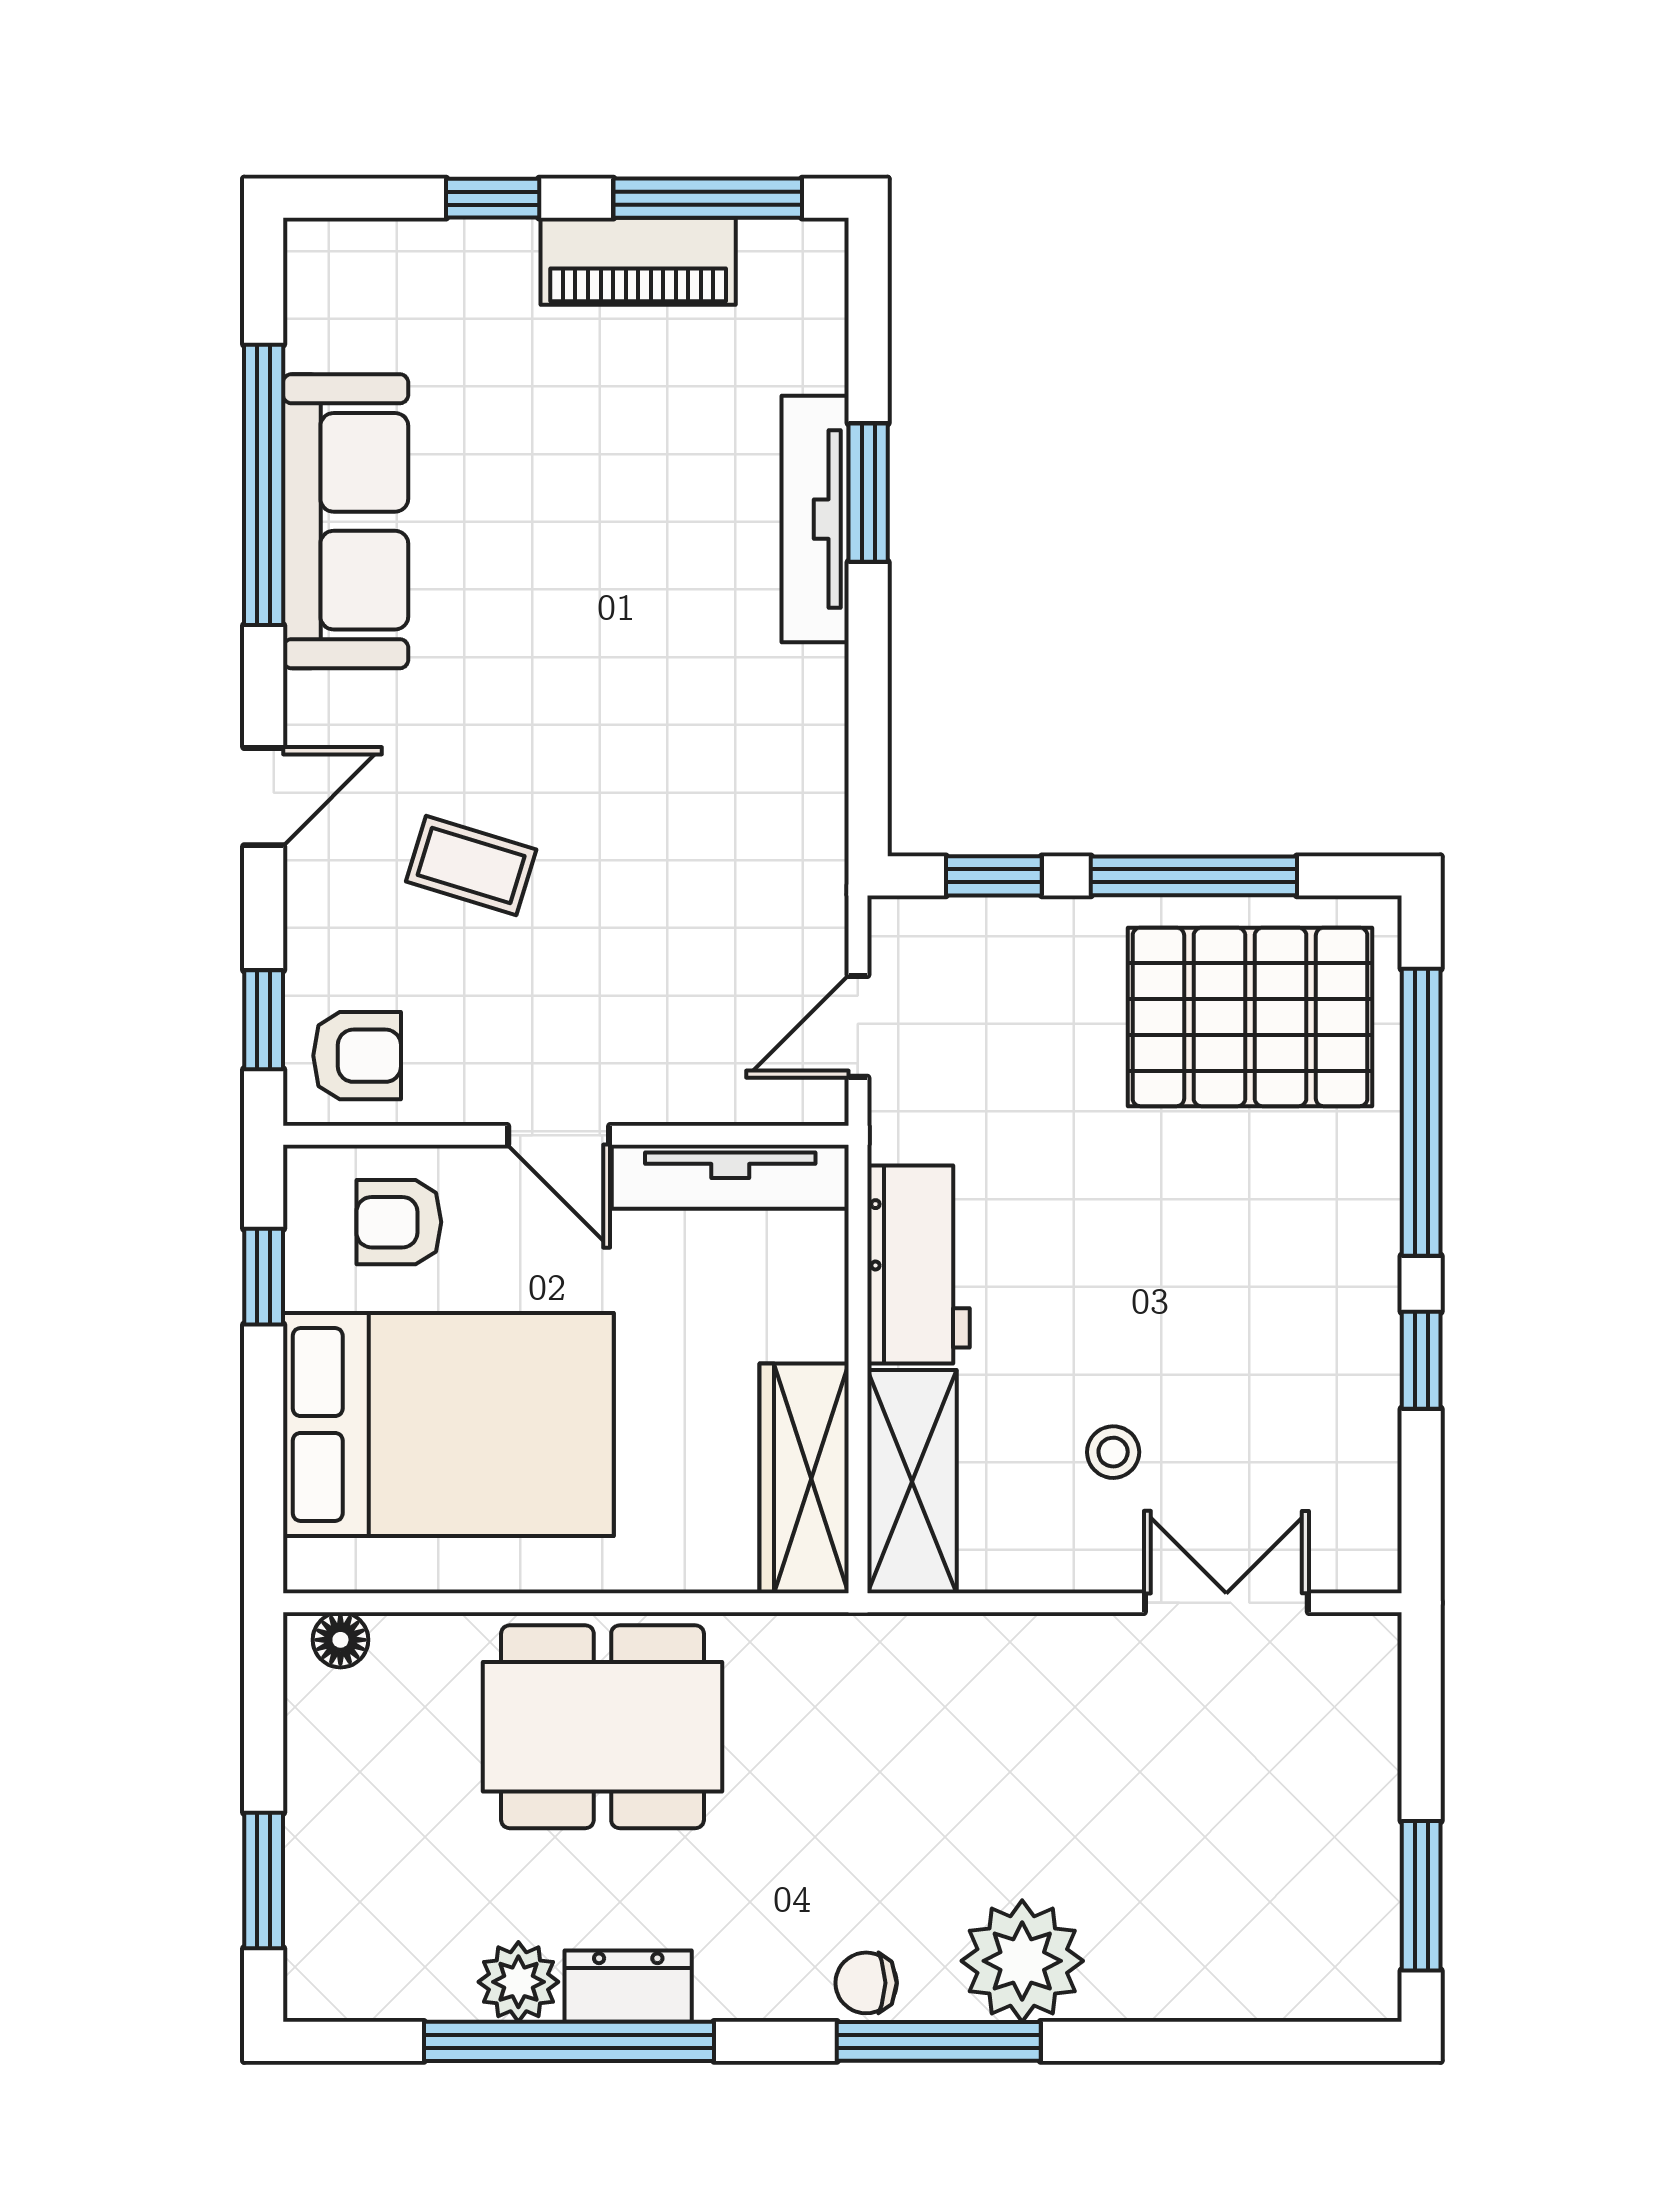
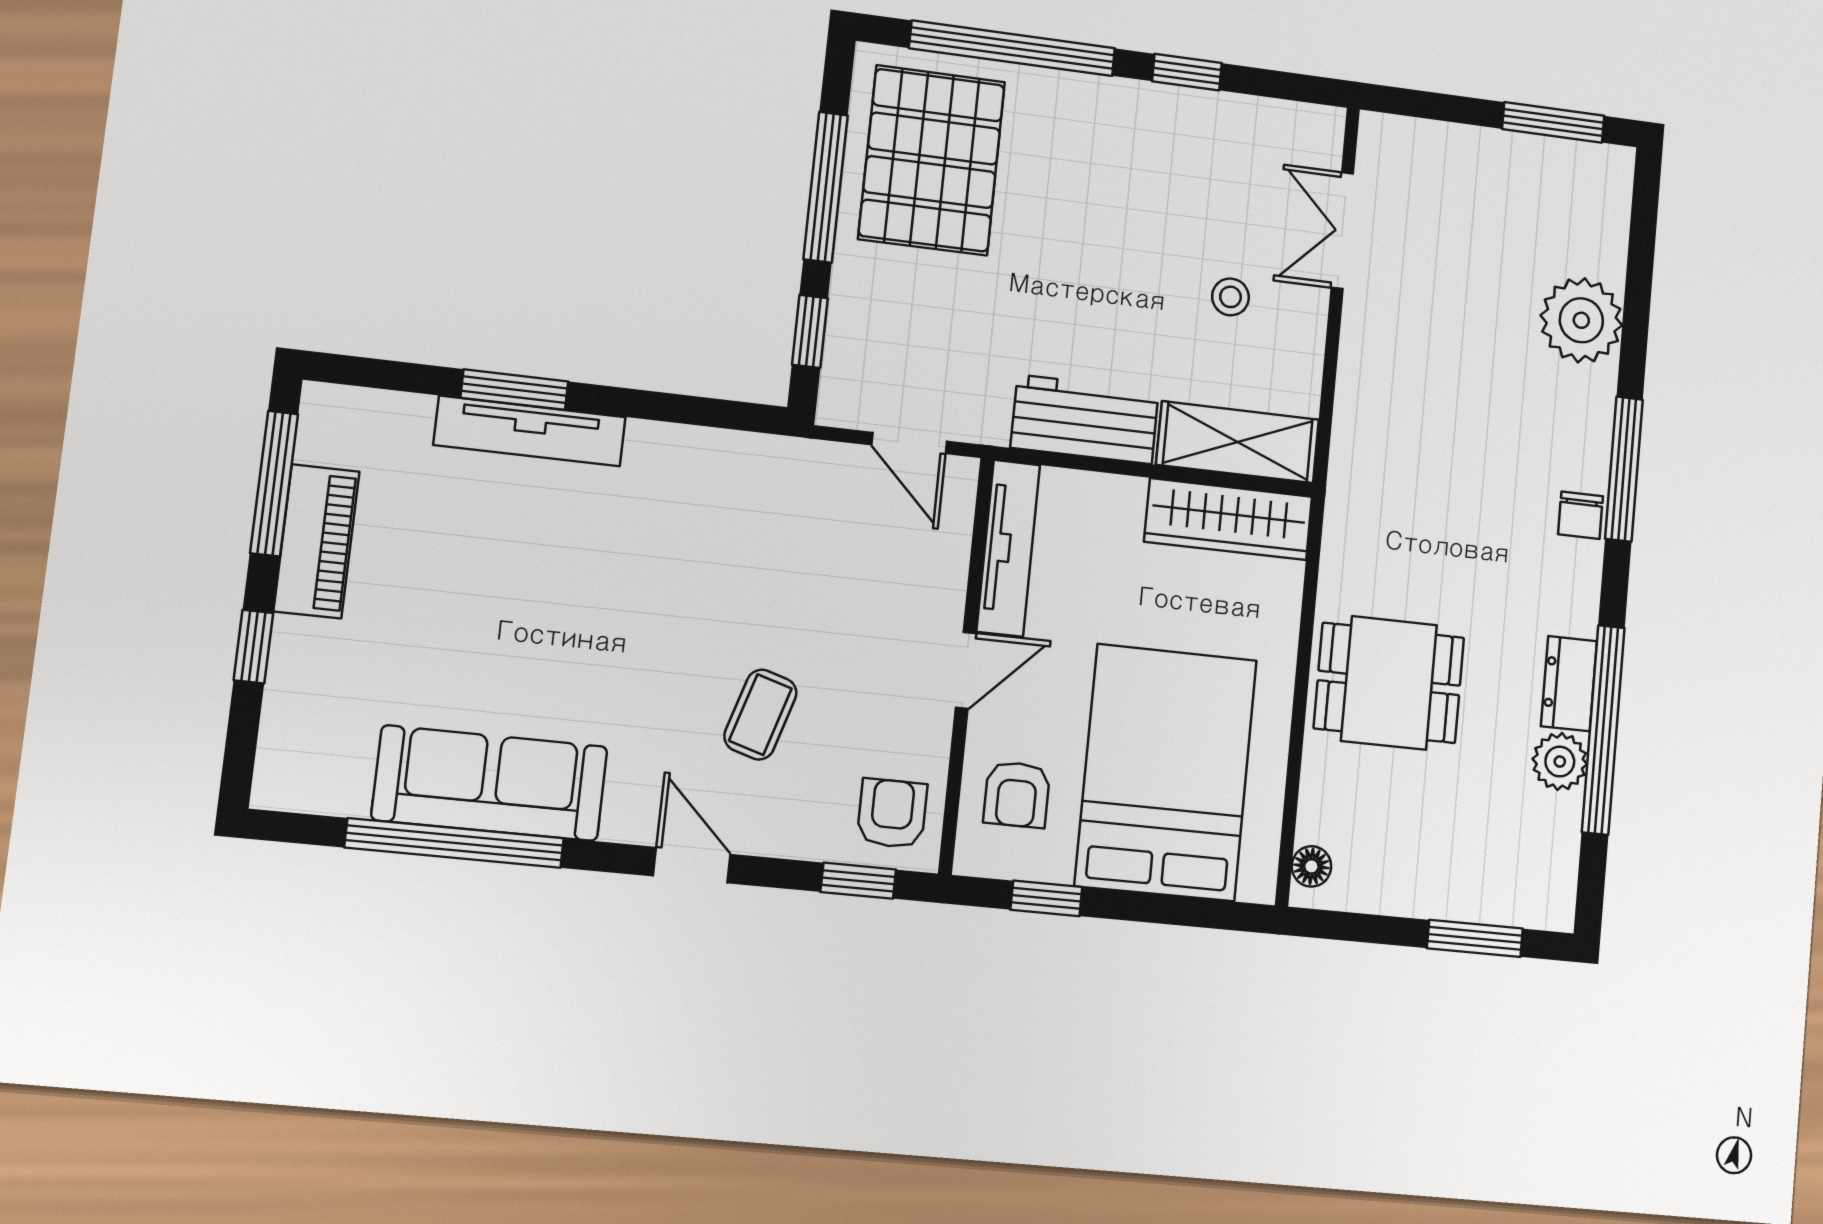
dining table: (602, 1727) -> (1389, 683), width x0.73
plant: (1022, 1961) -> (1581, 320), moved

